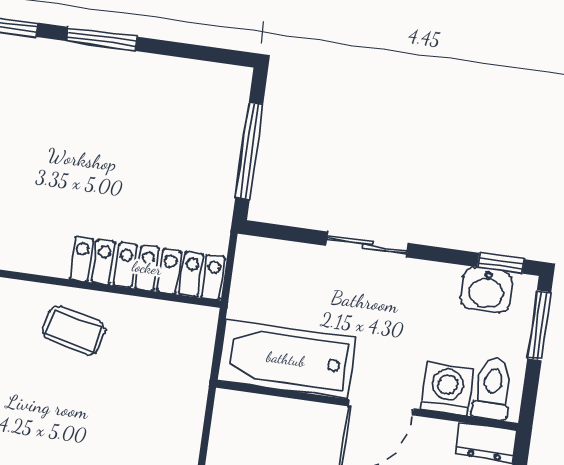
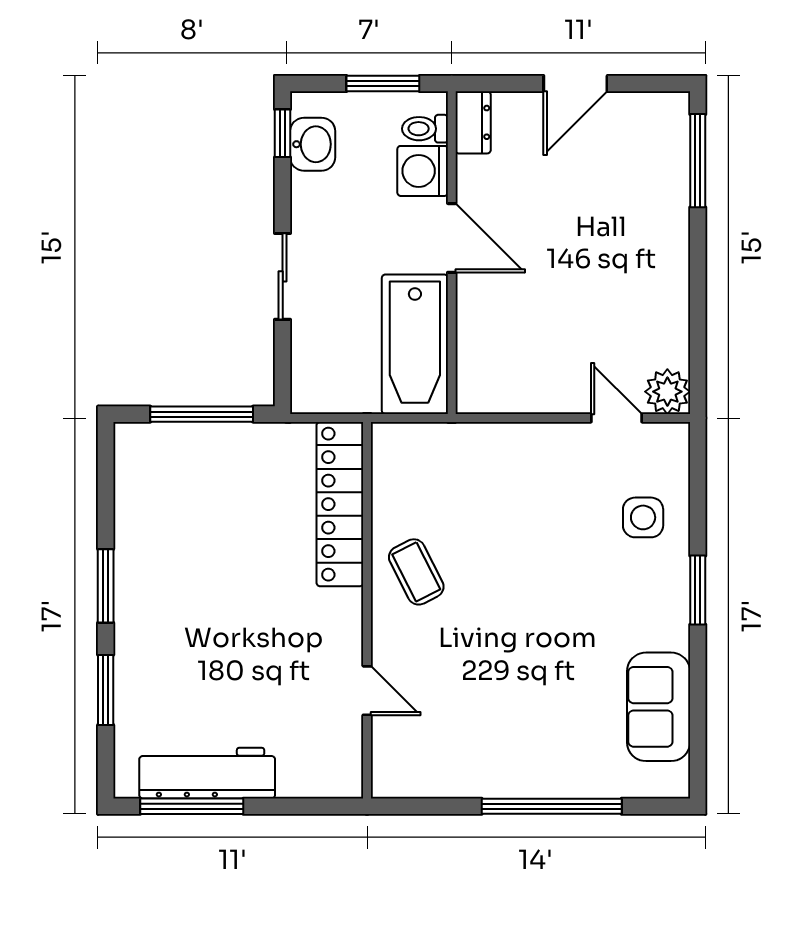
window: (539, 325) -> (383, 84), moved
coffee table: (74, 330) -> (416, 572), turned -41
toilet: (492, 389) -> (425, 129), width x0.73, depth x0.72

